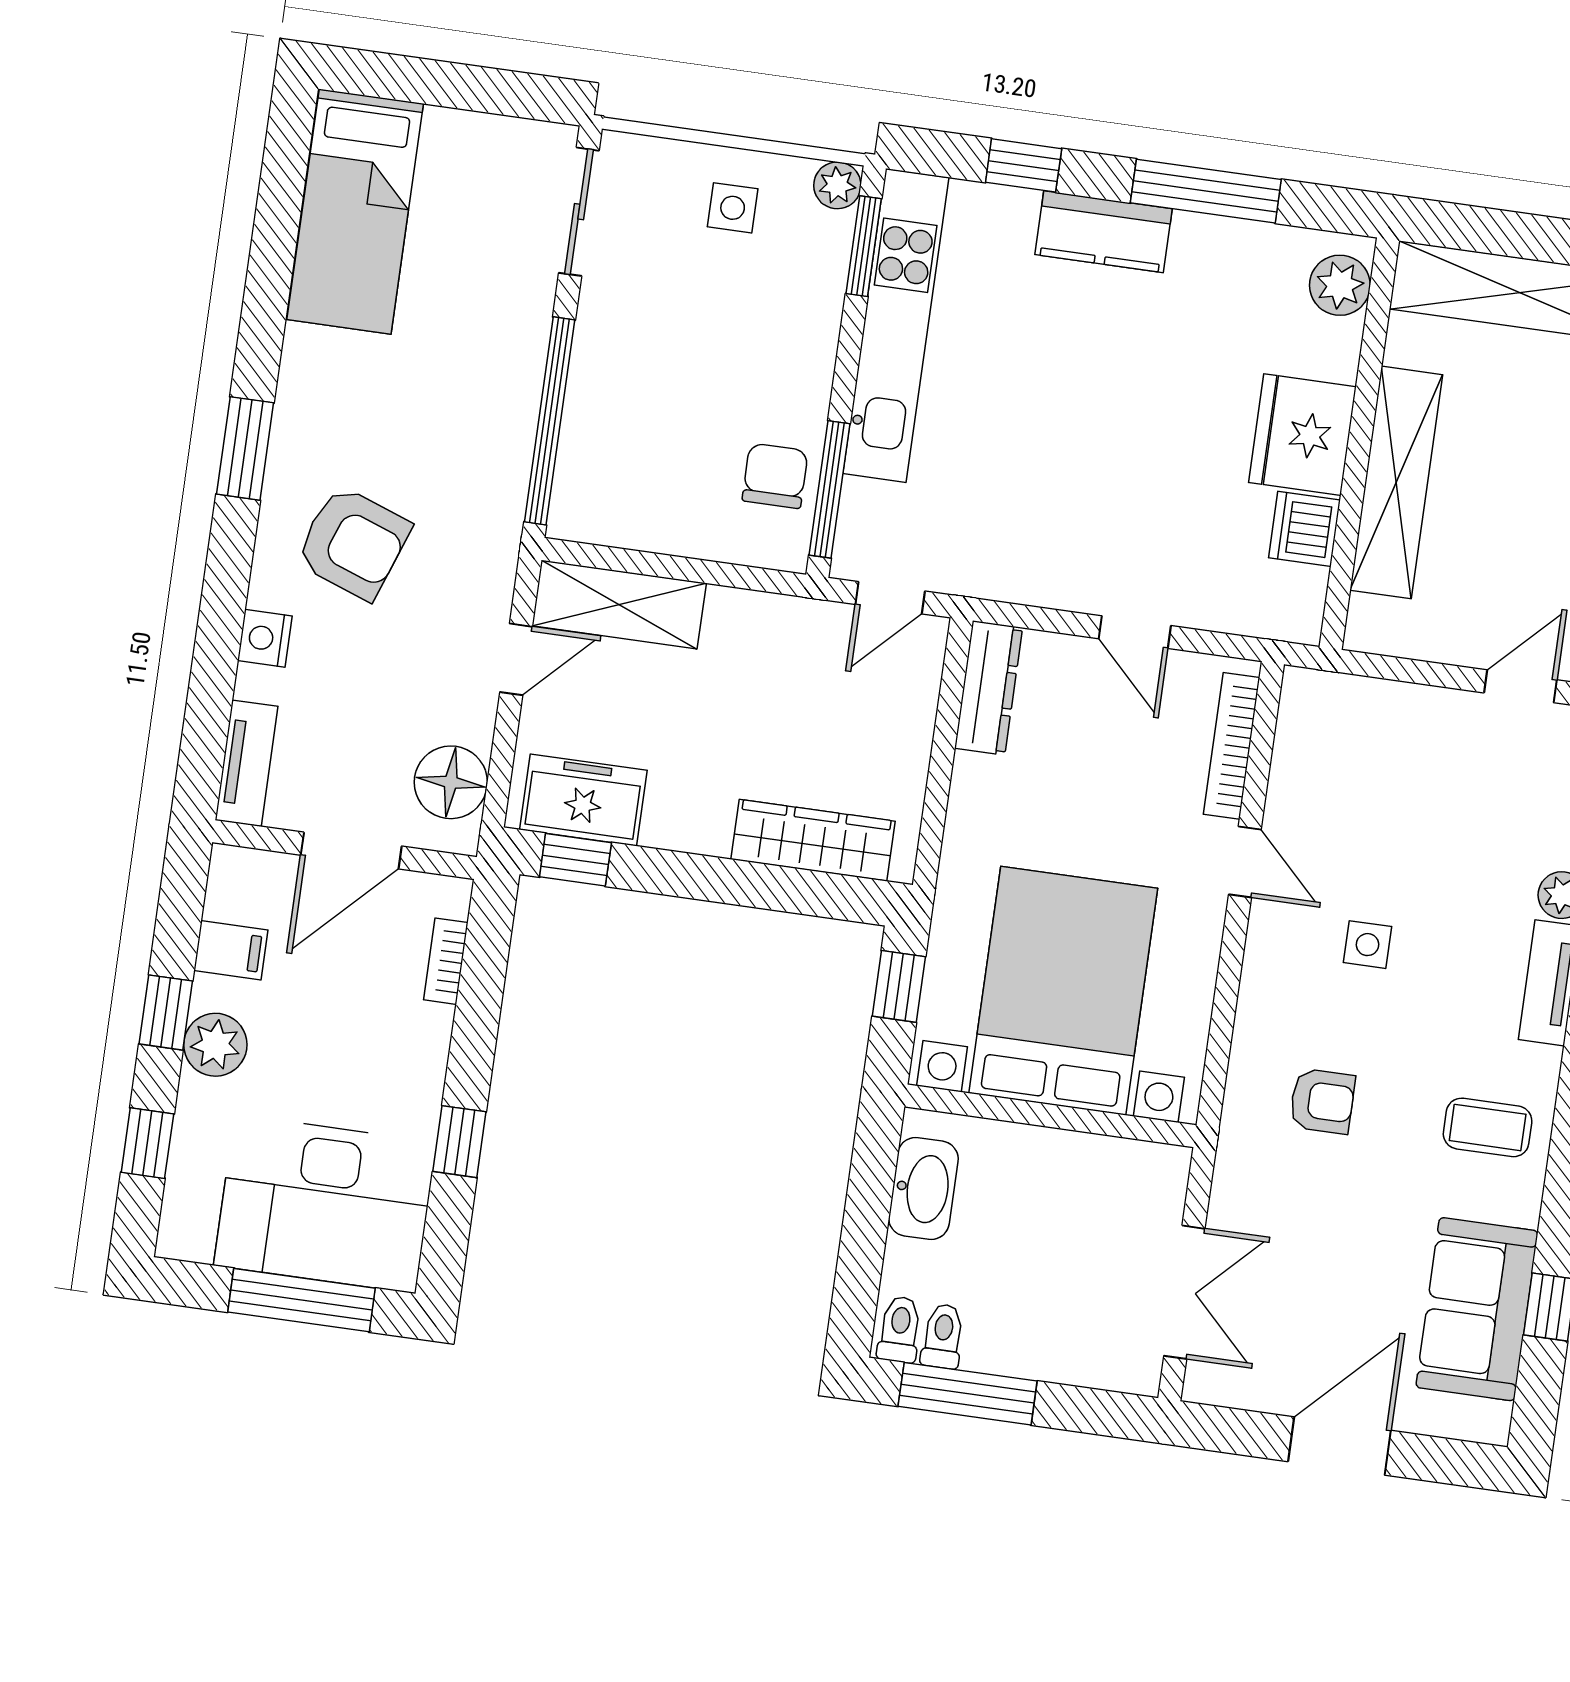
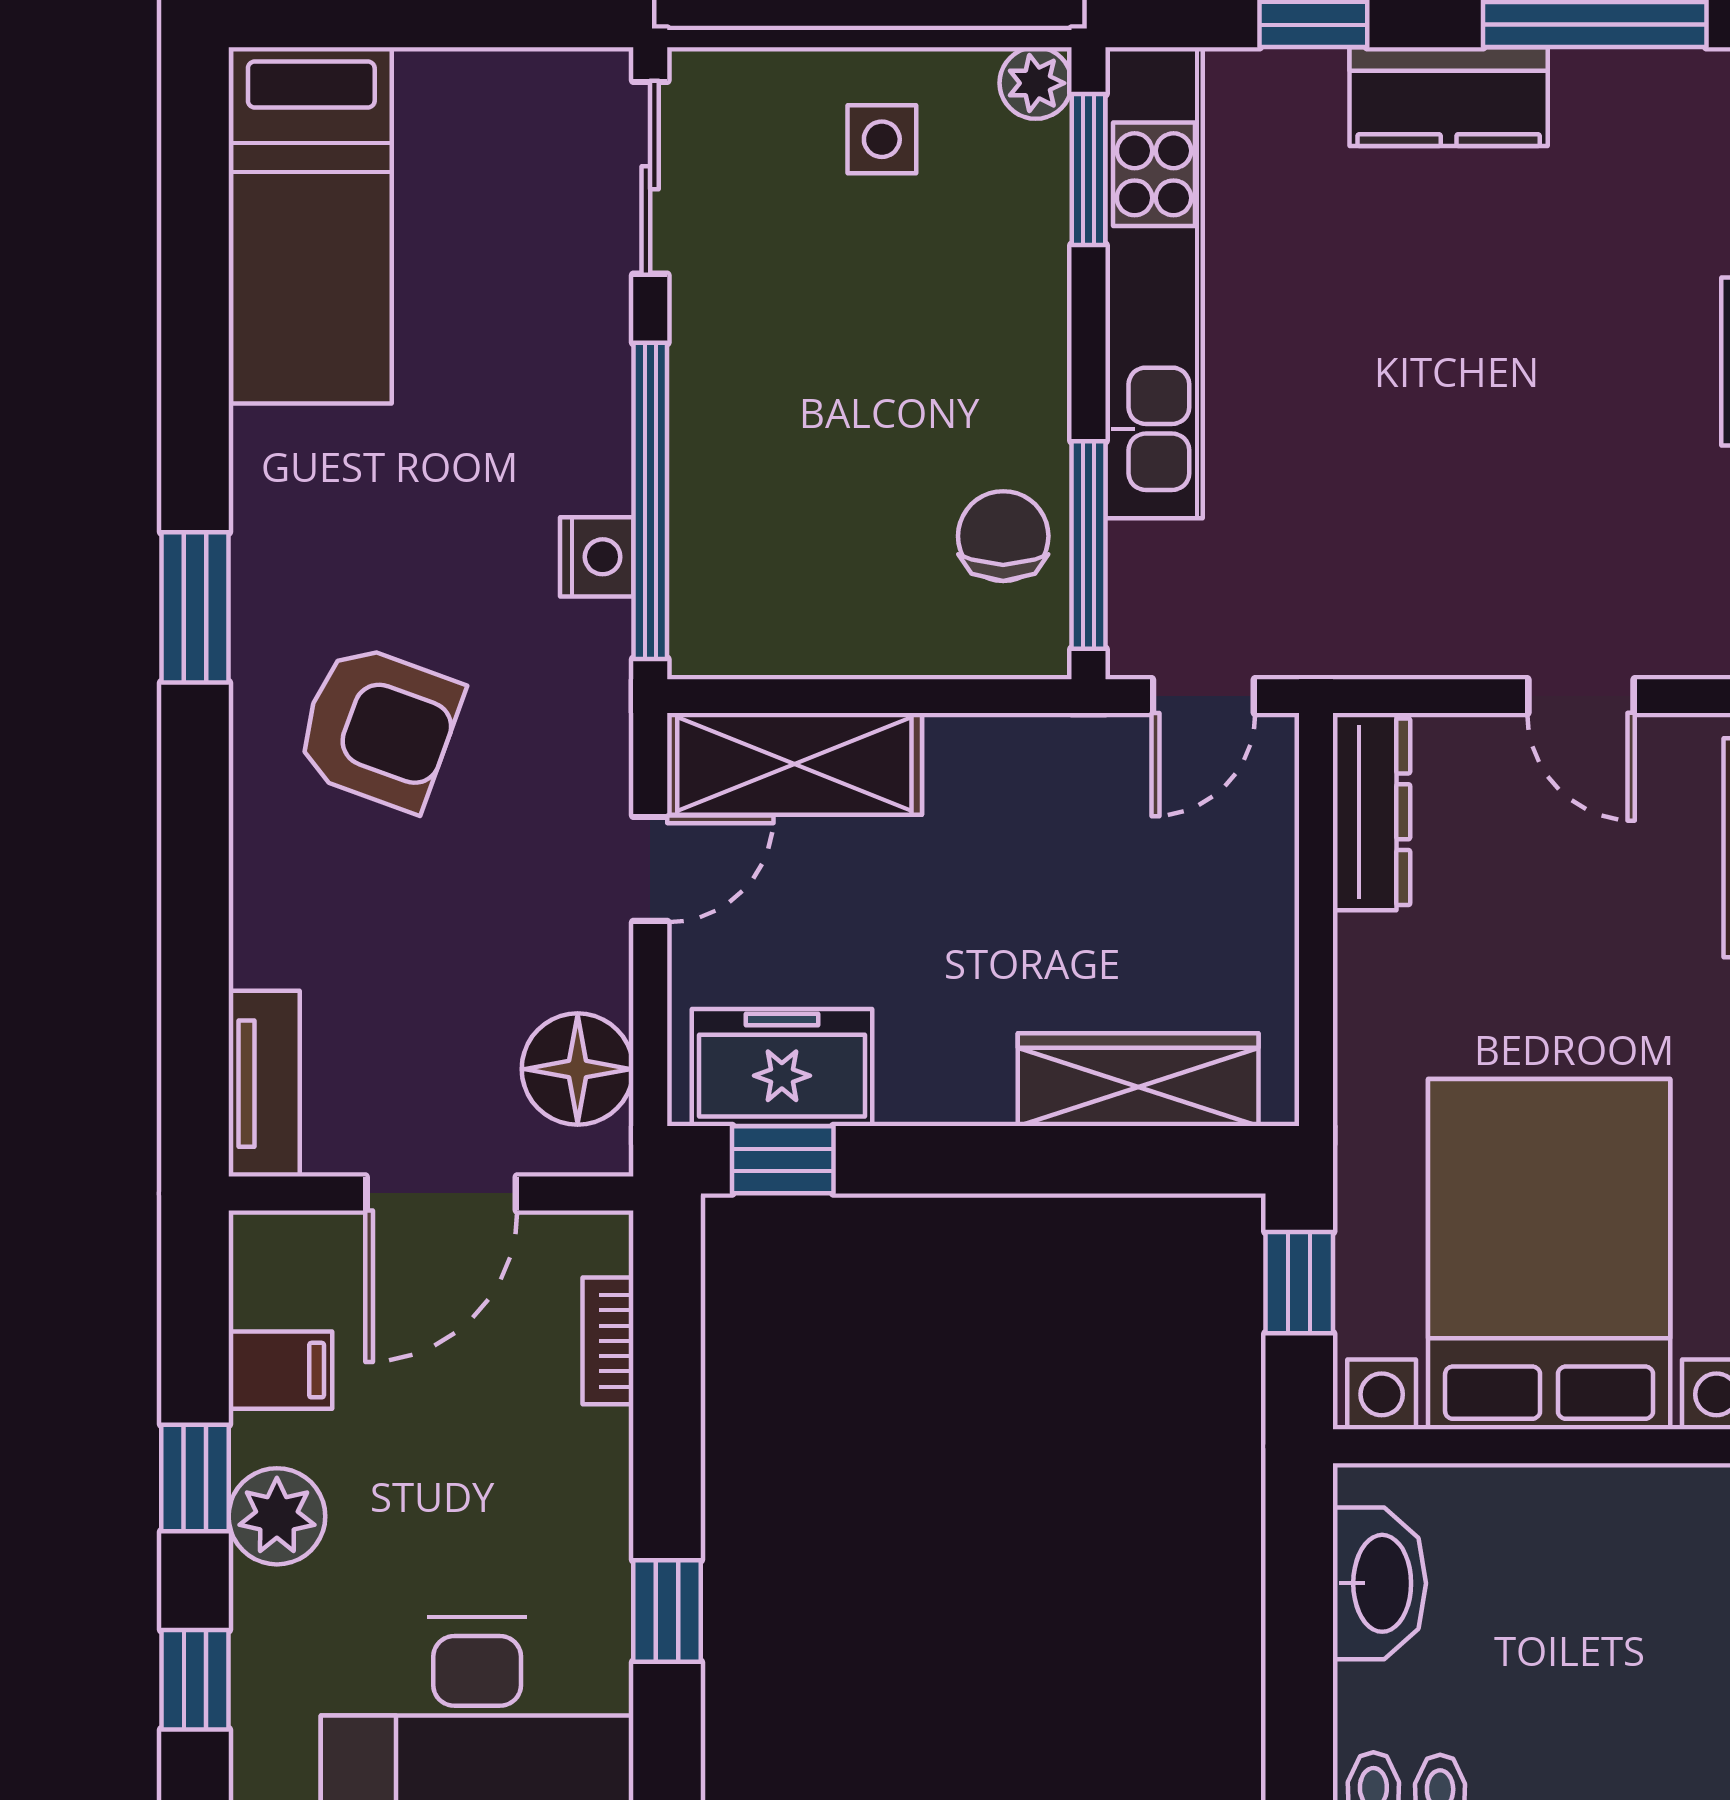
nightstand: (265, 638) -> (597, 557), moved, turned 180

